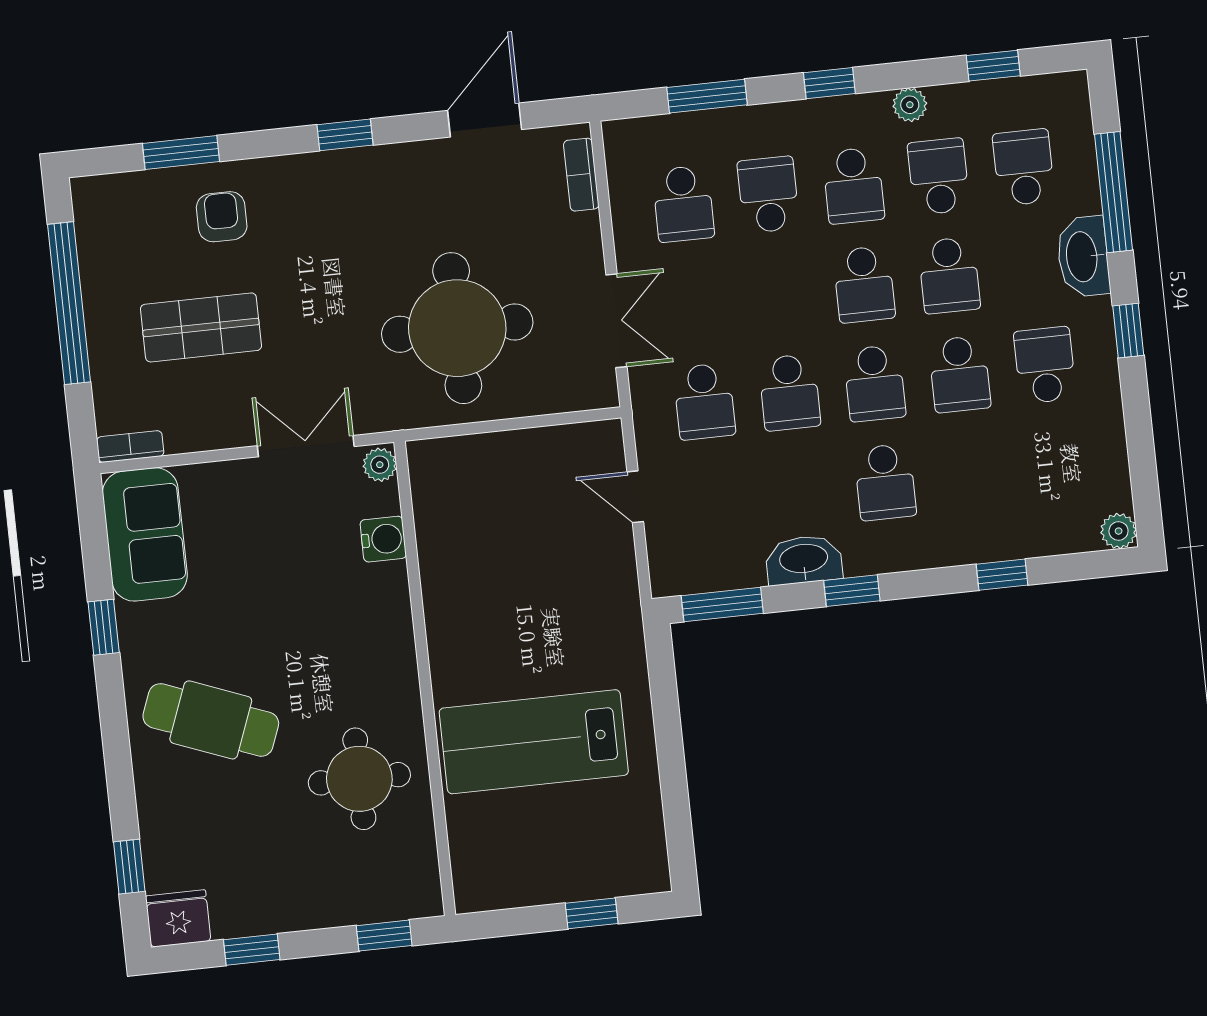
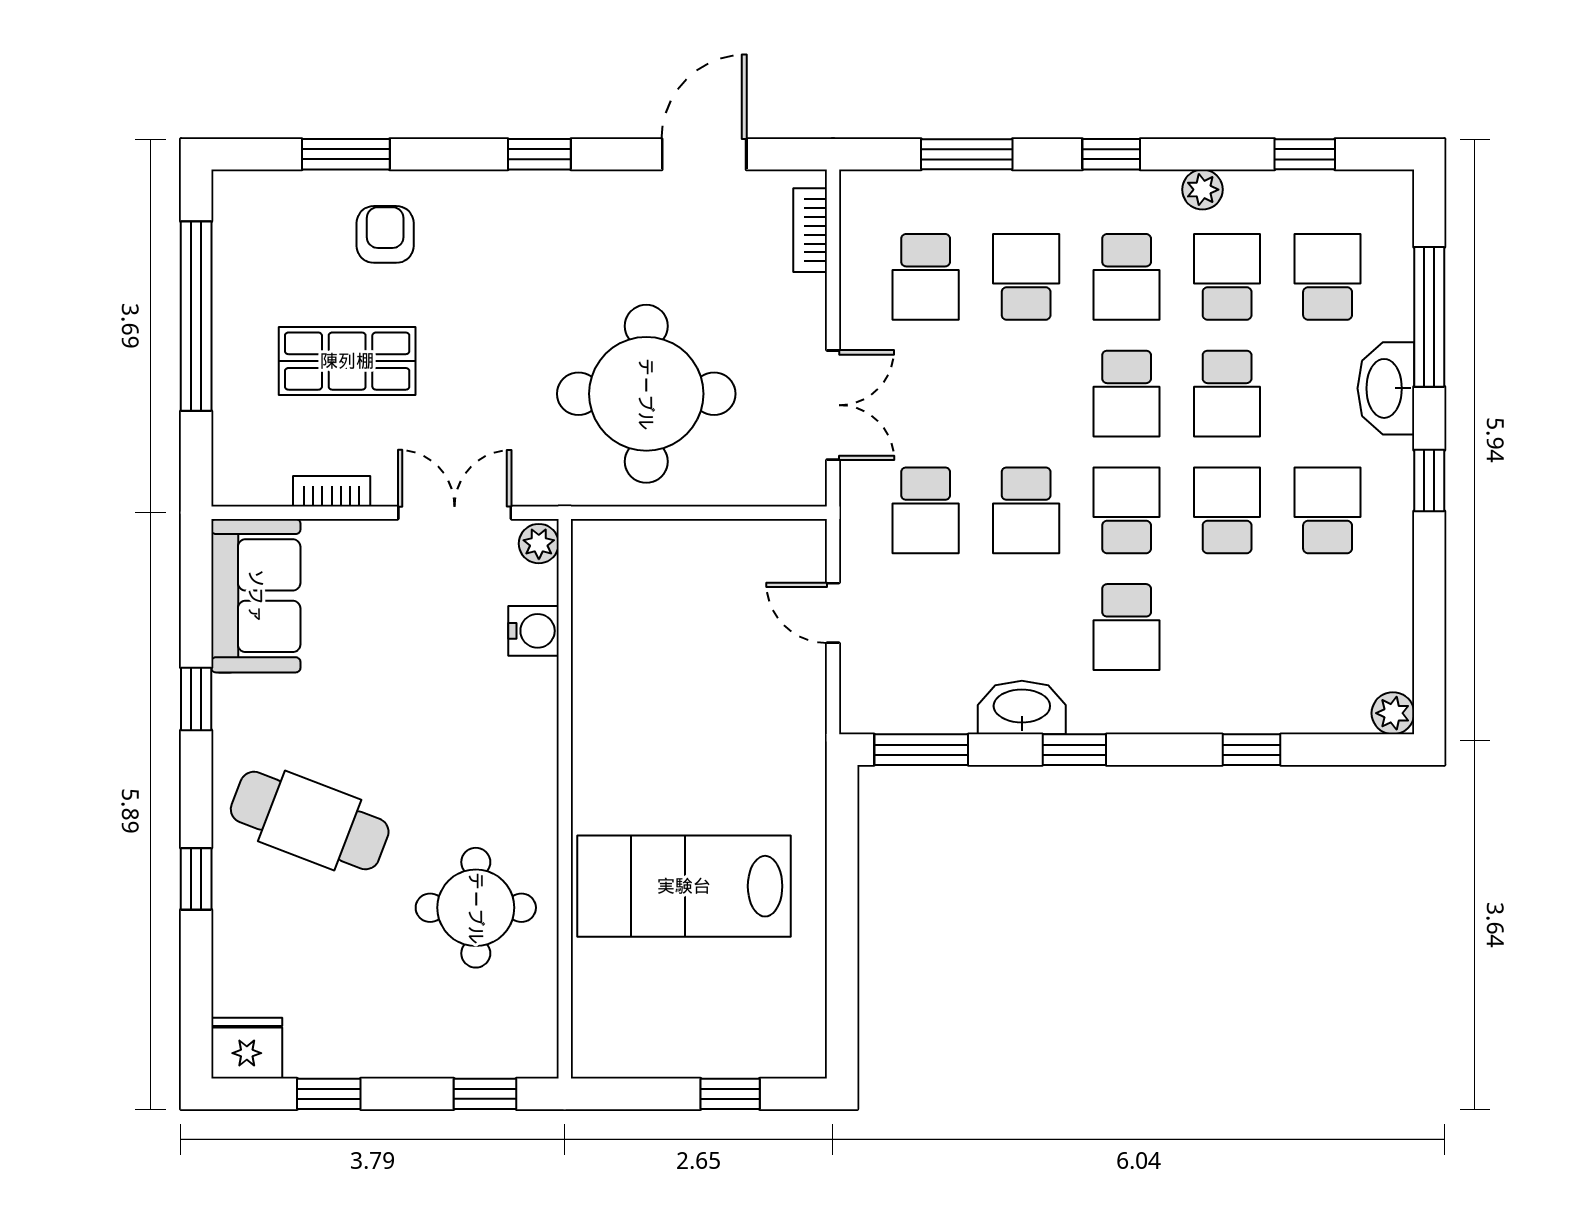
school desk: (960, 374) -> (1227, 510), turned 180
school desk: (875, 383) -> (1127, 510), turned 180
bookcase: (130, 446) -> (332, 491), moved
window: (129, 867) -> (196, 879), moved

